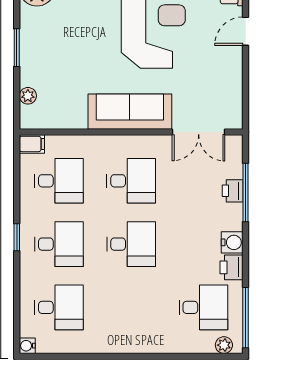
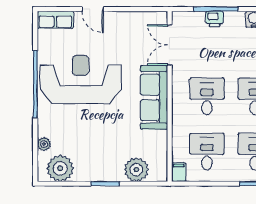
plant: (28, 96) -> (136, 170), width x1.87, depth x1.87
double door: (199, 132) -> (170, 45), swing flipped

